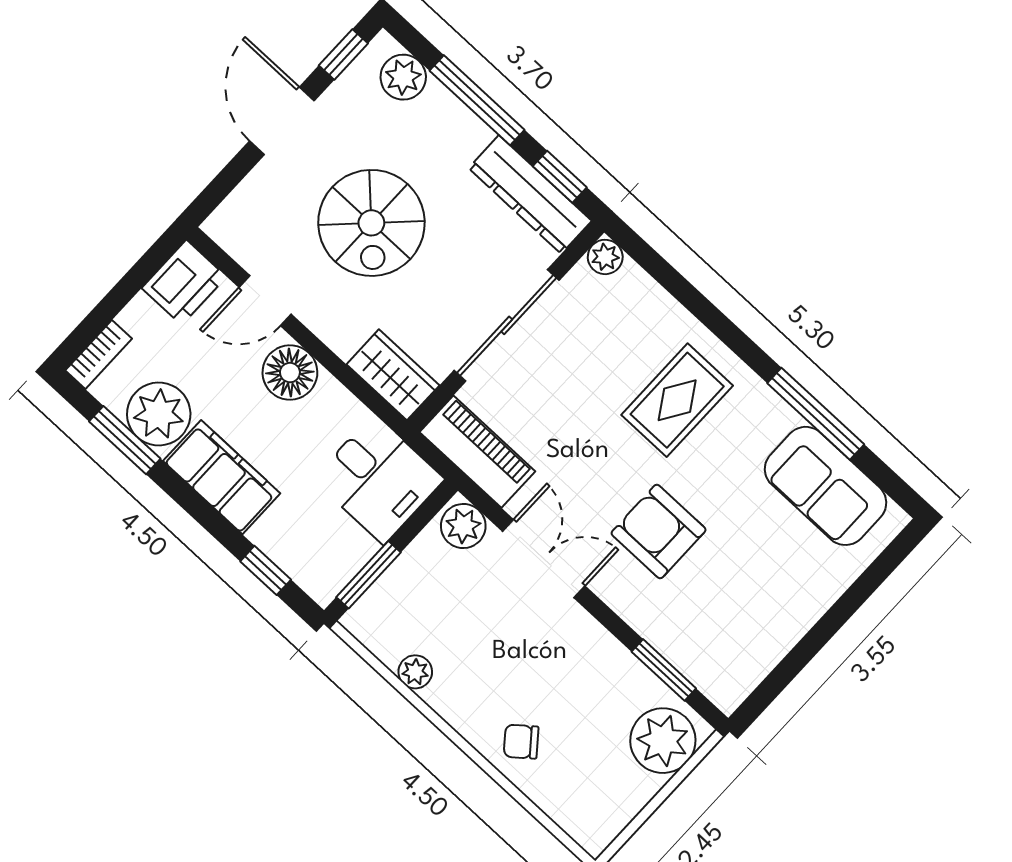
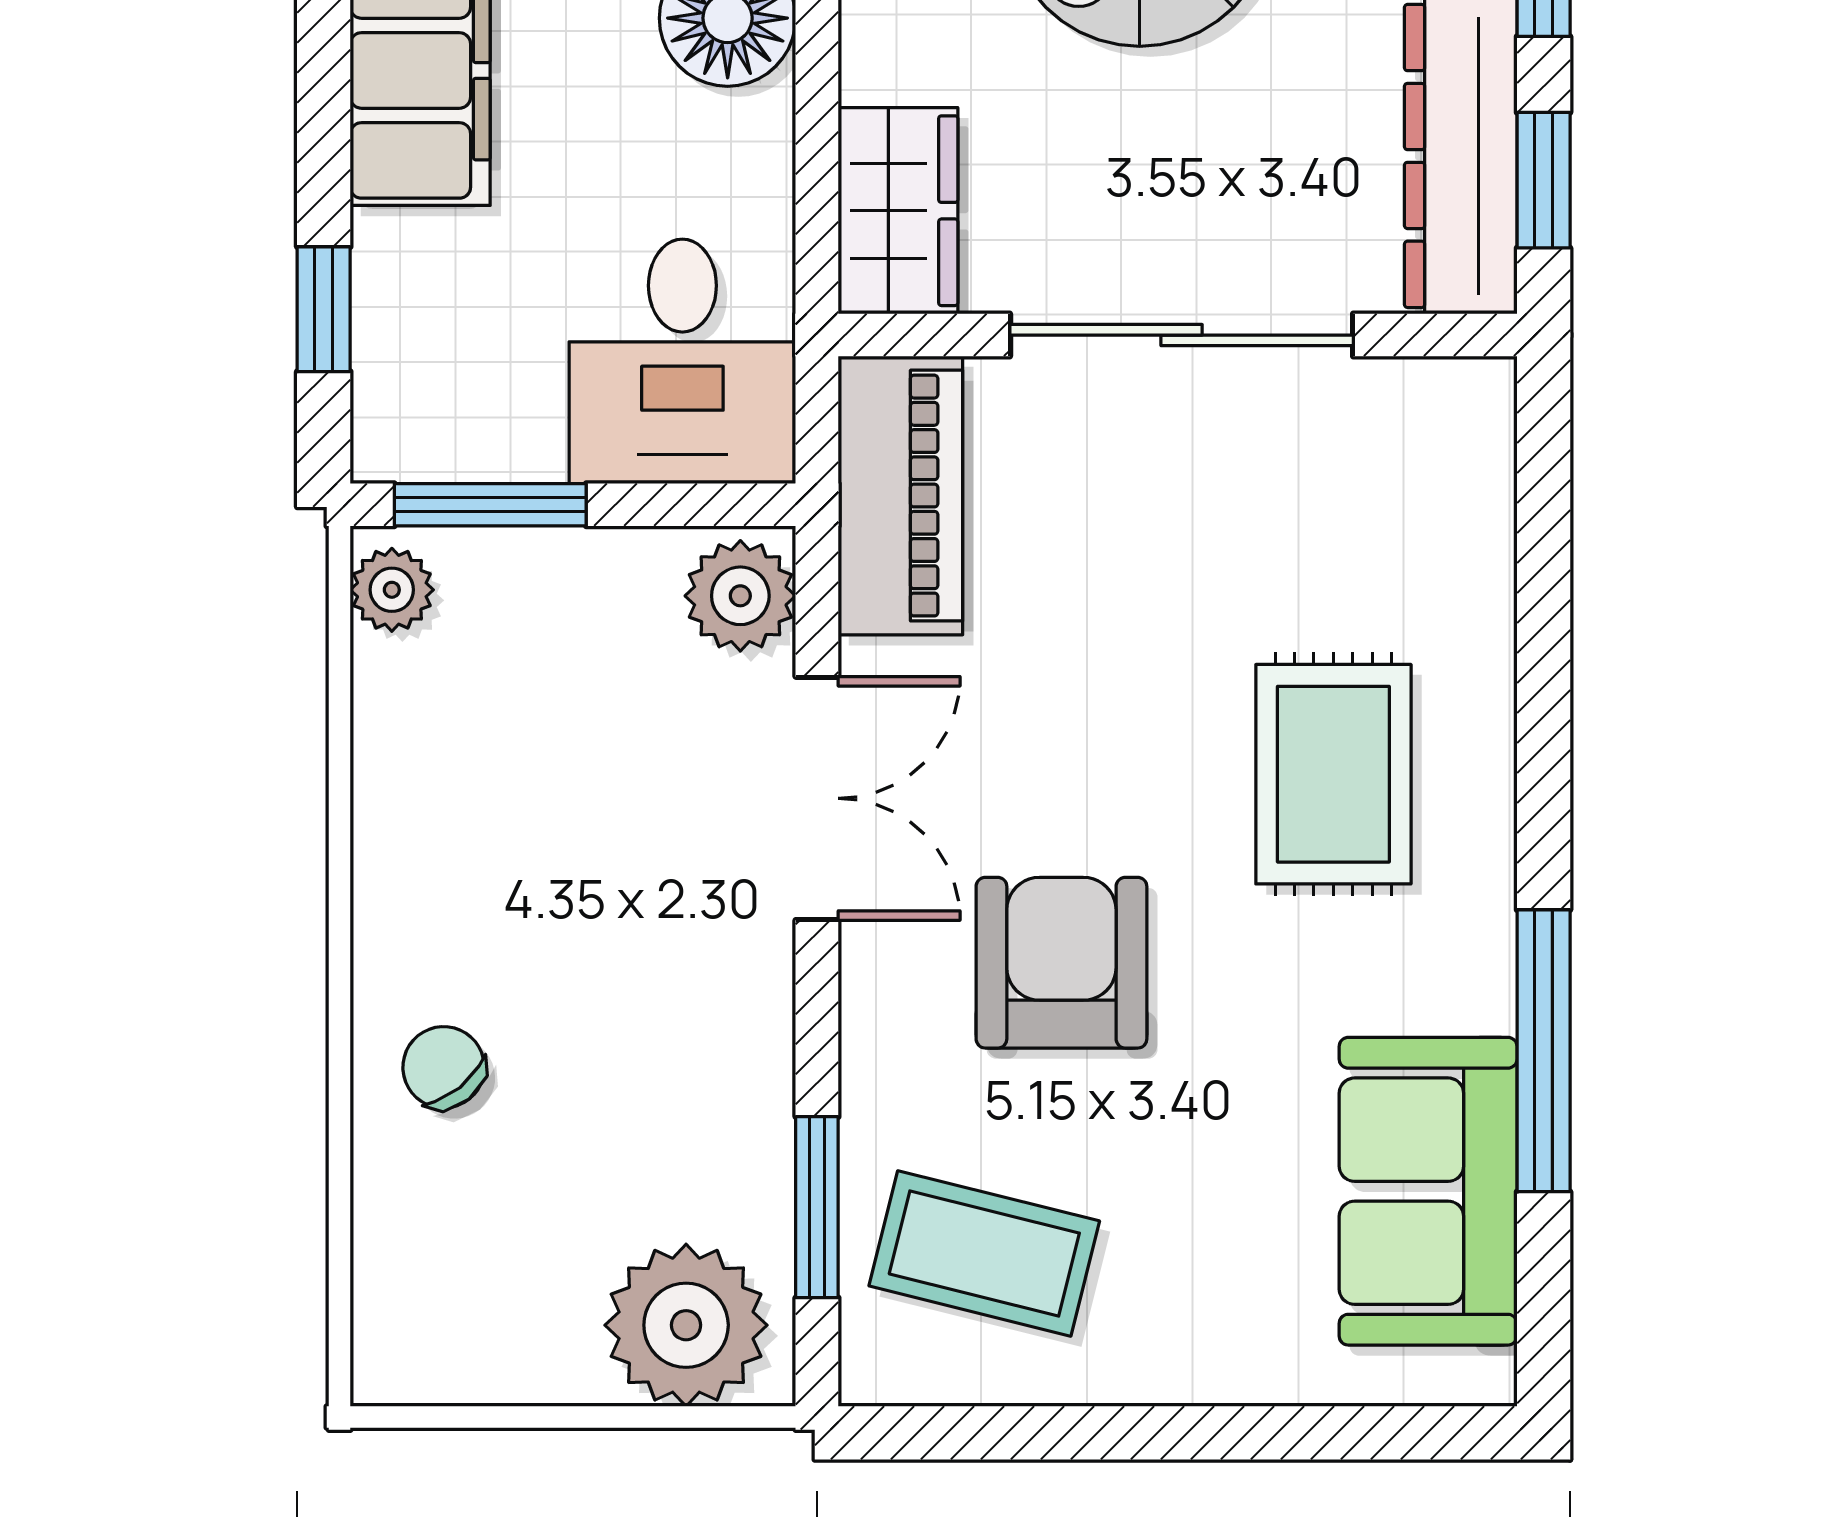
plant: (605, 257) -> (1474, 399), removed
rug: (677, 400) -> (1333, 774), turned 90
coffee table: (723, 633) -> (984, 1253), added
plant: (415, 672) -> (392, 590), moved

